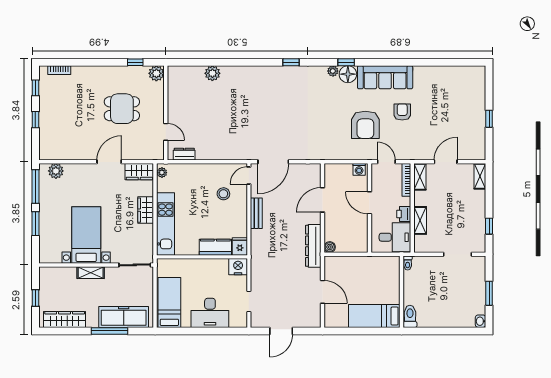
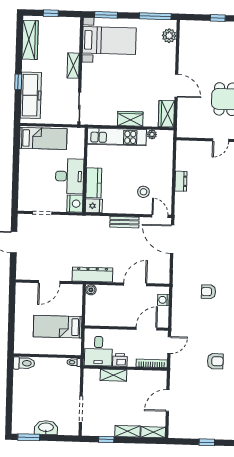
armchair: (365, 125) -> (208, 292), moved, width x0.53, depth x0.53
door: (166, 132) -> (221, 140), moved
dresser: (184, 154) -> (181, 181), moved
door: (446, 162) -> (168, 400), swing flipped
washing machine: (359, 169) -> (163, 300), moved
plant: (162, 173) -> (152, 134), moved
shelving: (420, 177) -> (128, 431), moved
door: (323, 200) -> (135, 284), hinge flipped
door: (369, 203) -> (147, 329), moved
window: (35, 224) -> (106, 15), moved
bed with nightstands: (86, 235) -> (109, 40), moved
window: (489, 293) -> (29, 437), moved
desk: (210, 313) -> (70, 176), moved, turned 180
bed: (374, 316) -> (58, 327), moved, turned -90
washbasin: (481, 321) -> (46, 428), moved, width x1.91, depth x1.45
window: (110, 331) -> (18, 82), width x0.46

